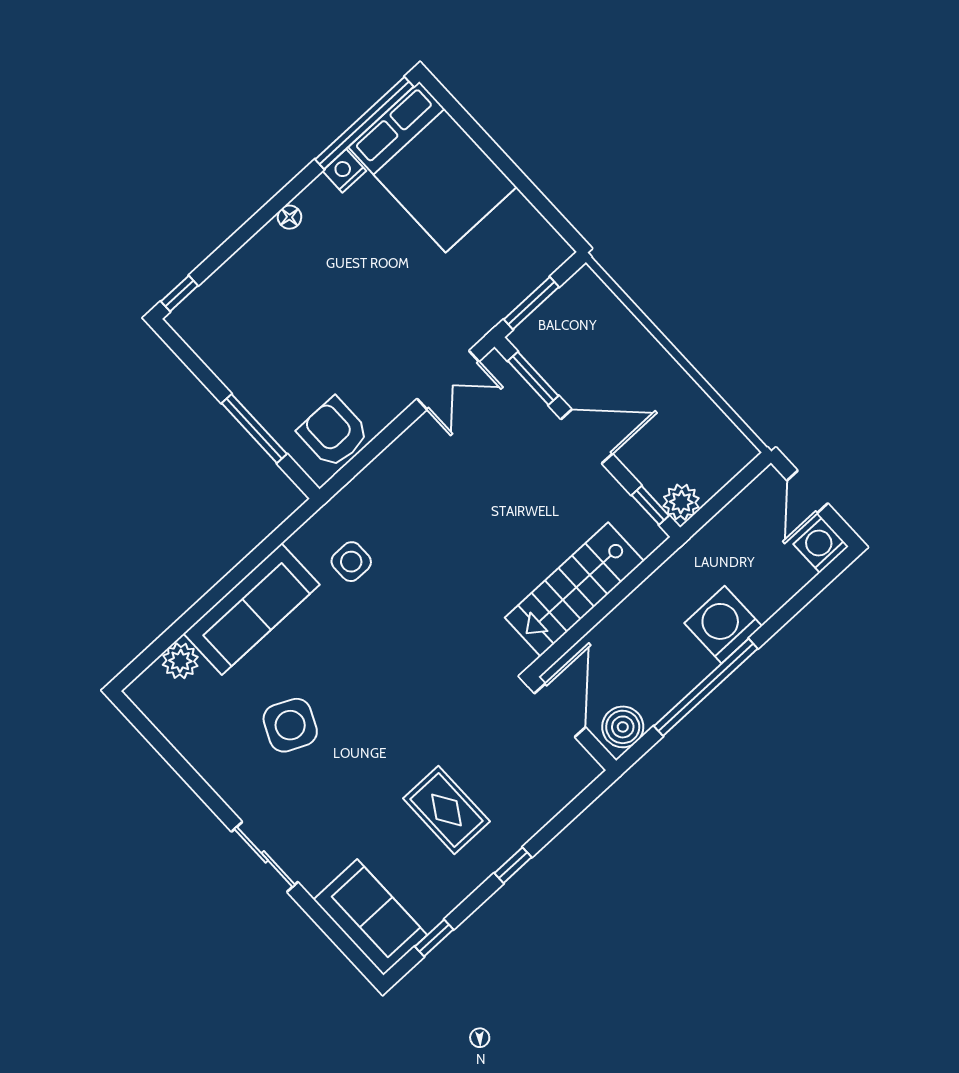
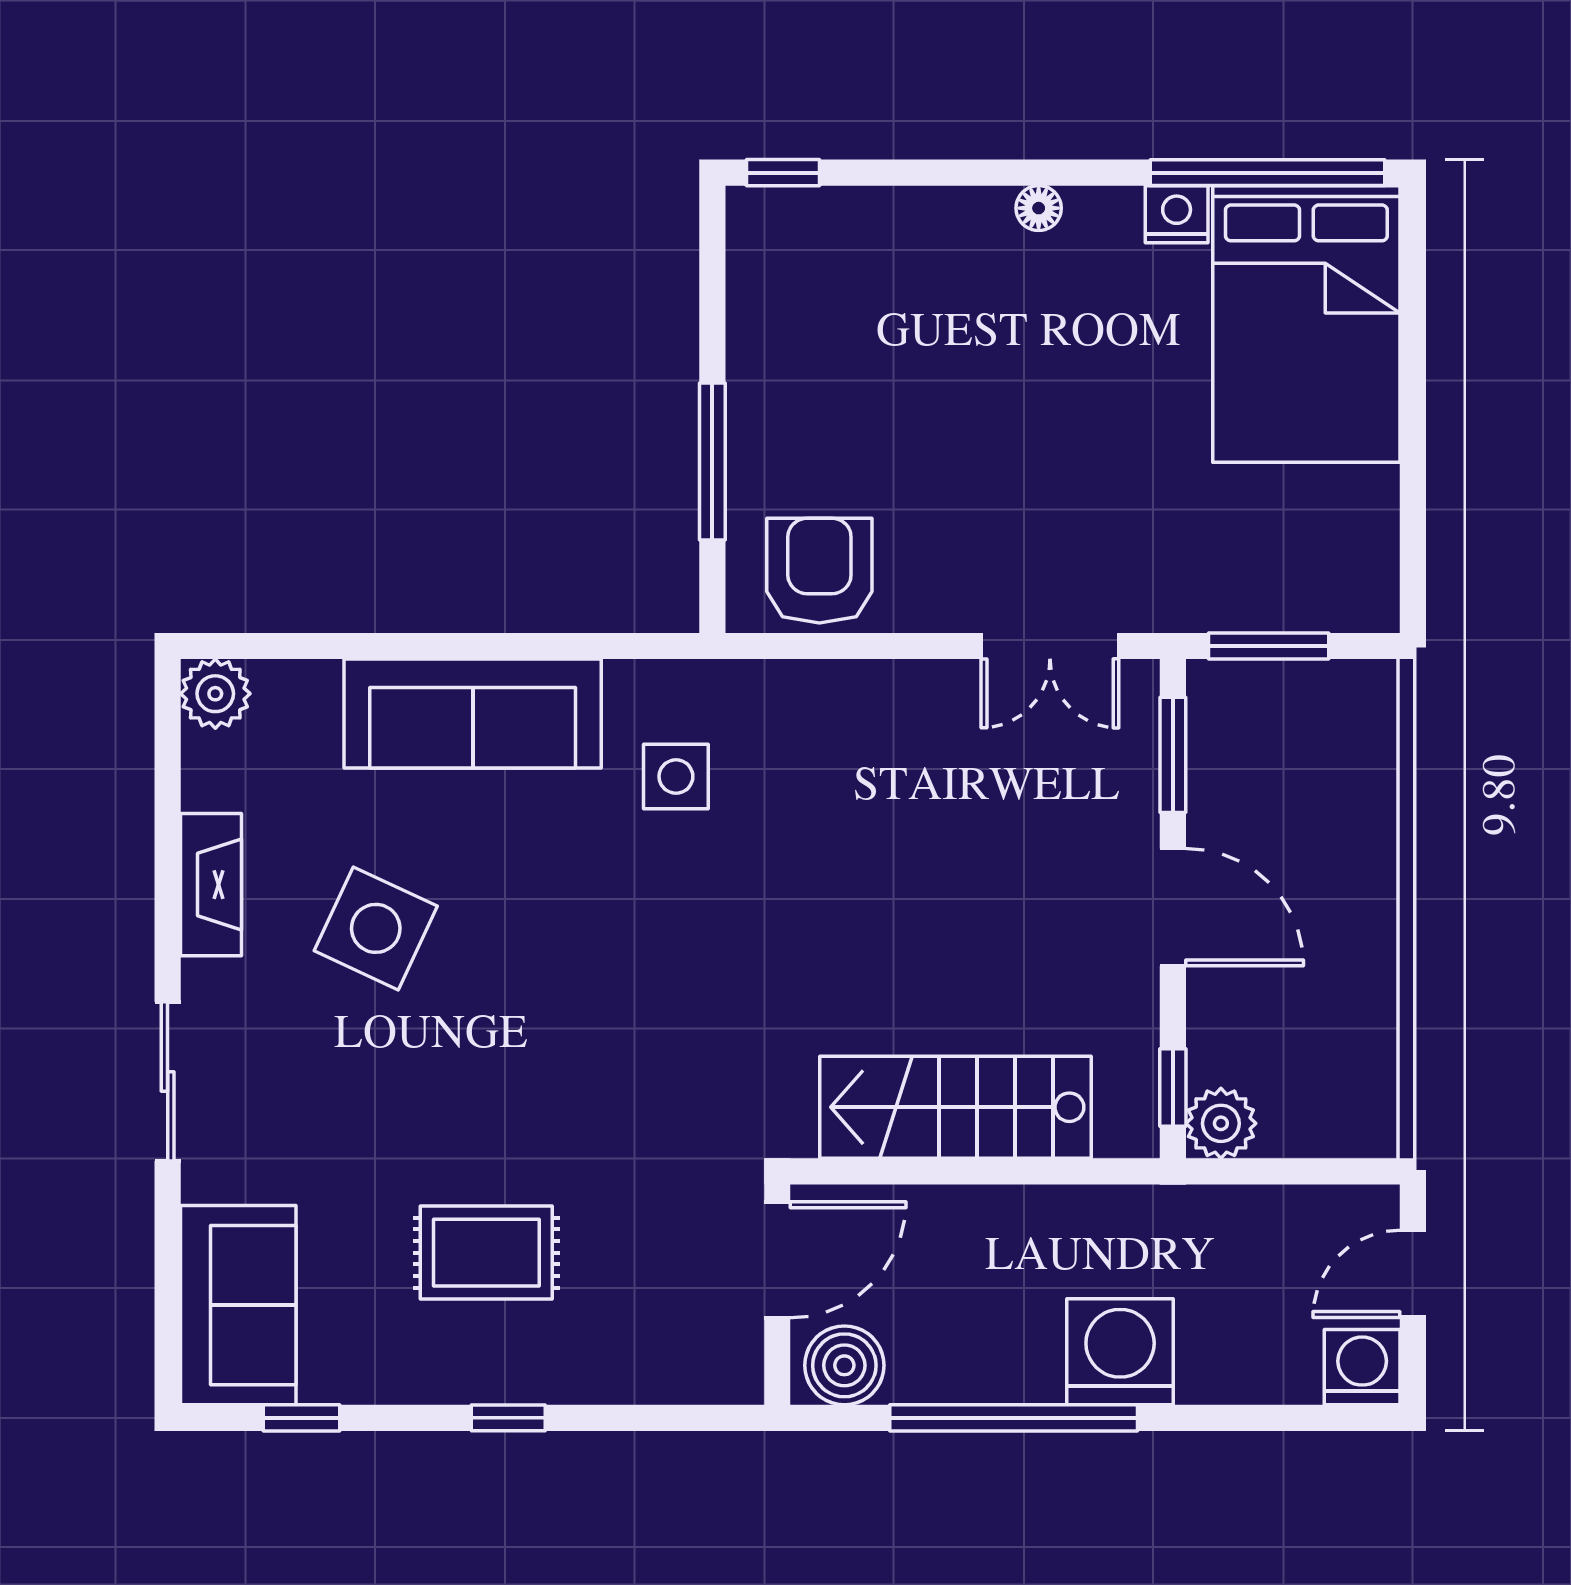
plant: (180, 661) -> (215, 694), moved
fireplace: (212, 766) -> (211, 885), added
rug: (446, 810) -> (486, 1253), turned 90

